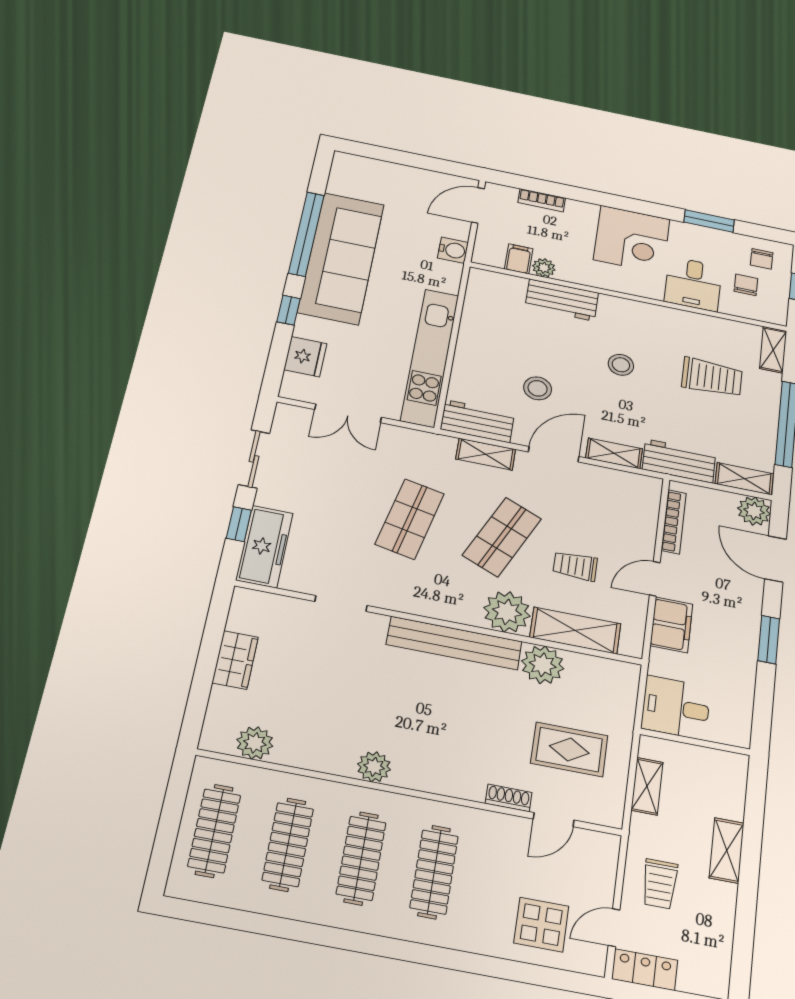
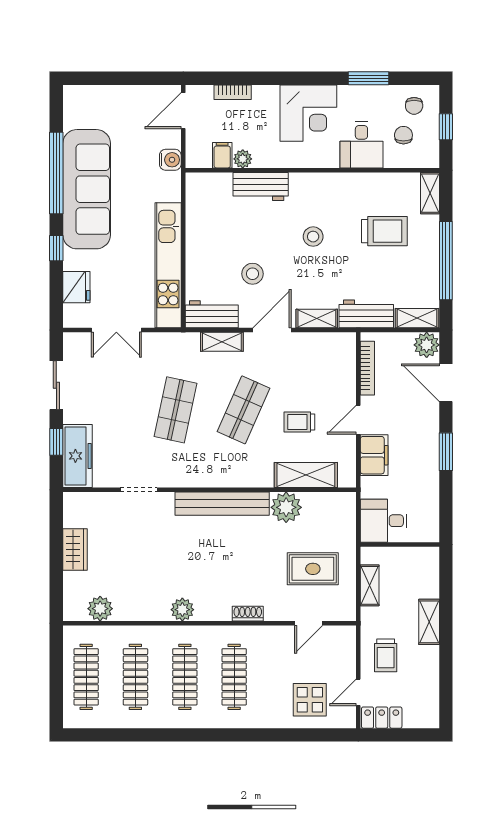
plant: (507, 612) -> (256, 471), removed
shoe rack: (509, 798) -> (248, 614), moved

